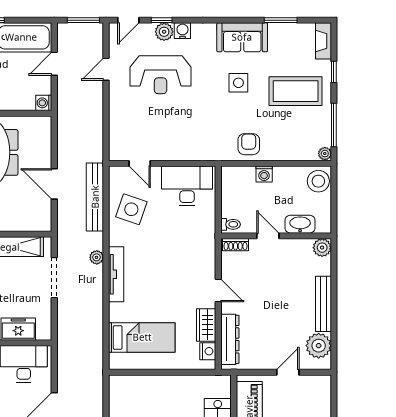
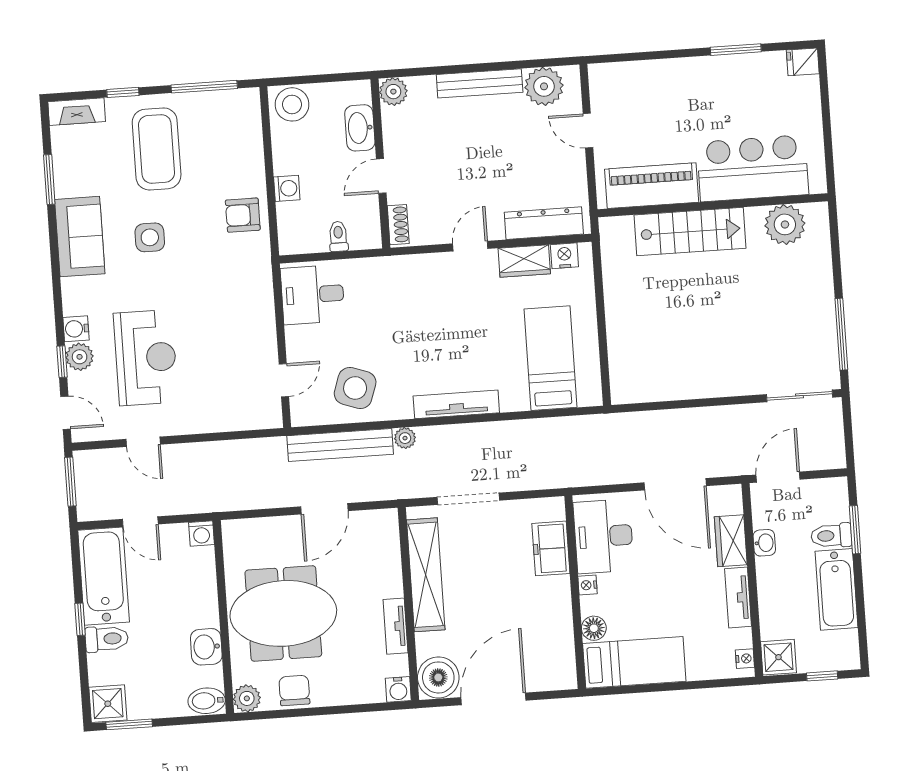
plant: (325, 154) -> (249, 98), removed
desk: (187, 186) -> (313, 295), width x0.73
toilet: (231, 224) -> (338, 236), moved
plant: (97, 257) -> (405, 438), moved

